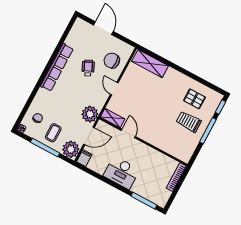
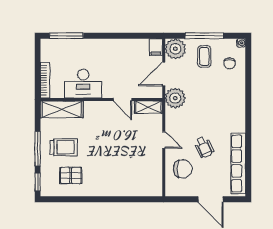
shelving: (150, 64) -> (62, 109), moved
row of seats: (57, 67) -> (238, 164), moved
desk: (121, 173) -> (83, 84), moved, turned 180

